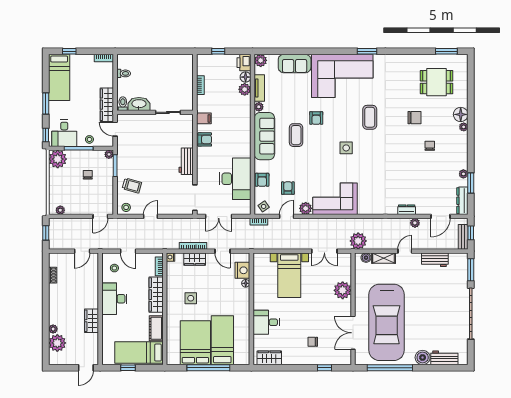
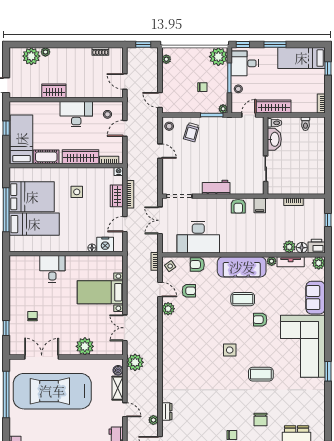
corner sofa: (335, 199) -> (178, 339), removed
boiler: (423, 357) -> (16, 428), removed
wardrobe: (269, 358) -> (16, 272), removed

